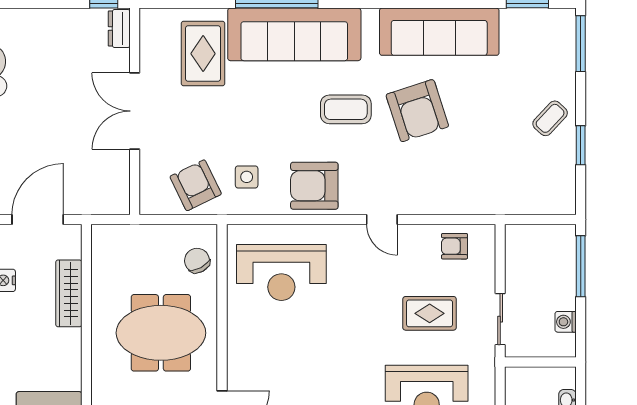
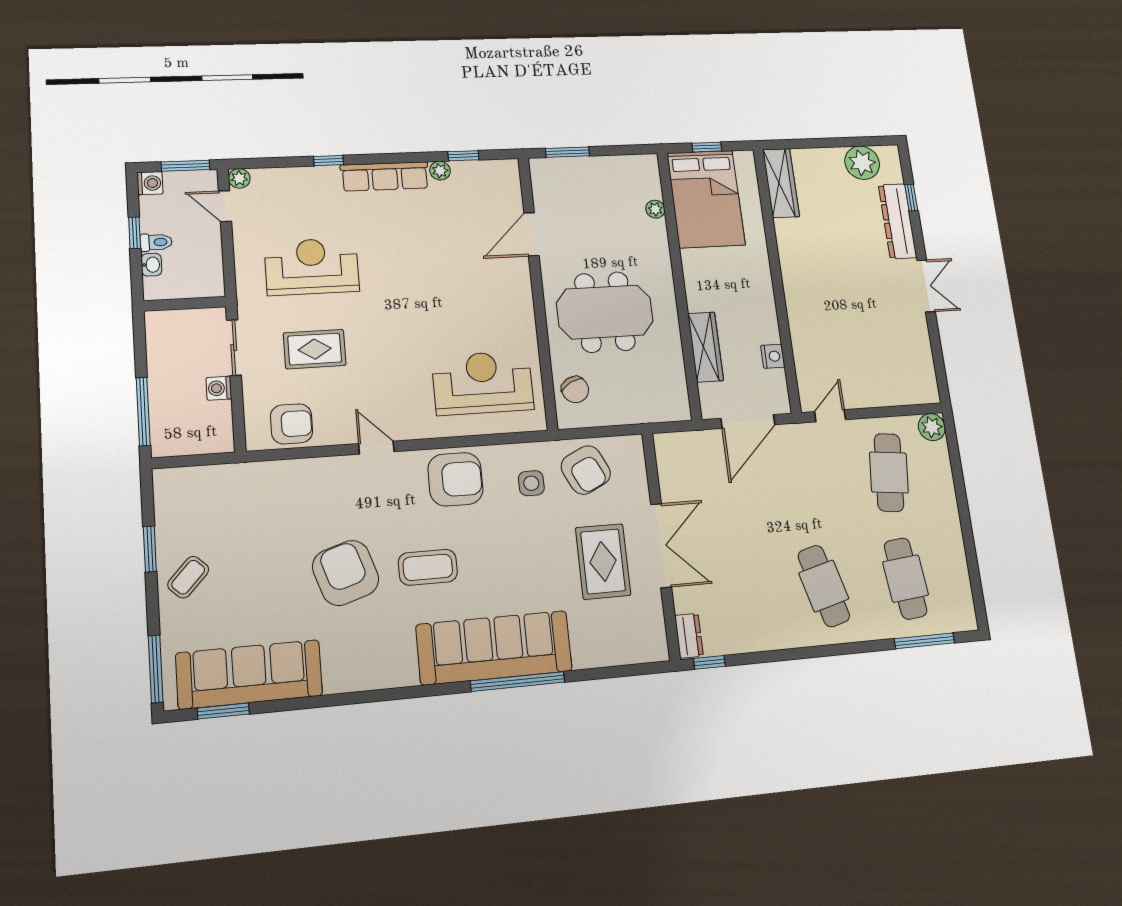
sofa: (439, 32) -> (249, 674), moved
rug: (203, 54) -> (603, 561), moved
armchair: (454, 246) -> (292, 424), width x1.38, depth x1.38
washing machine: (566, 322) -> (219, 388), moved, turned 180

